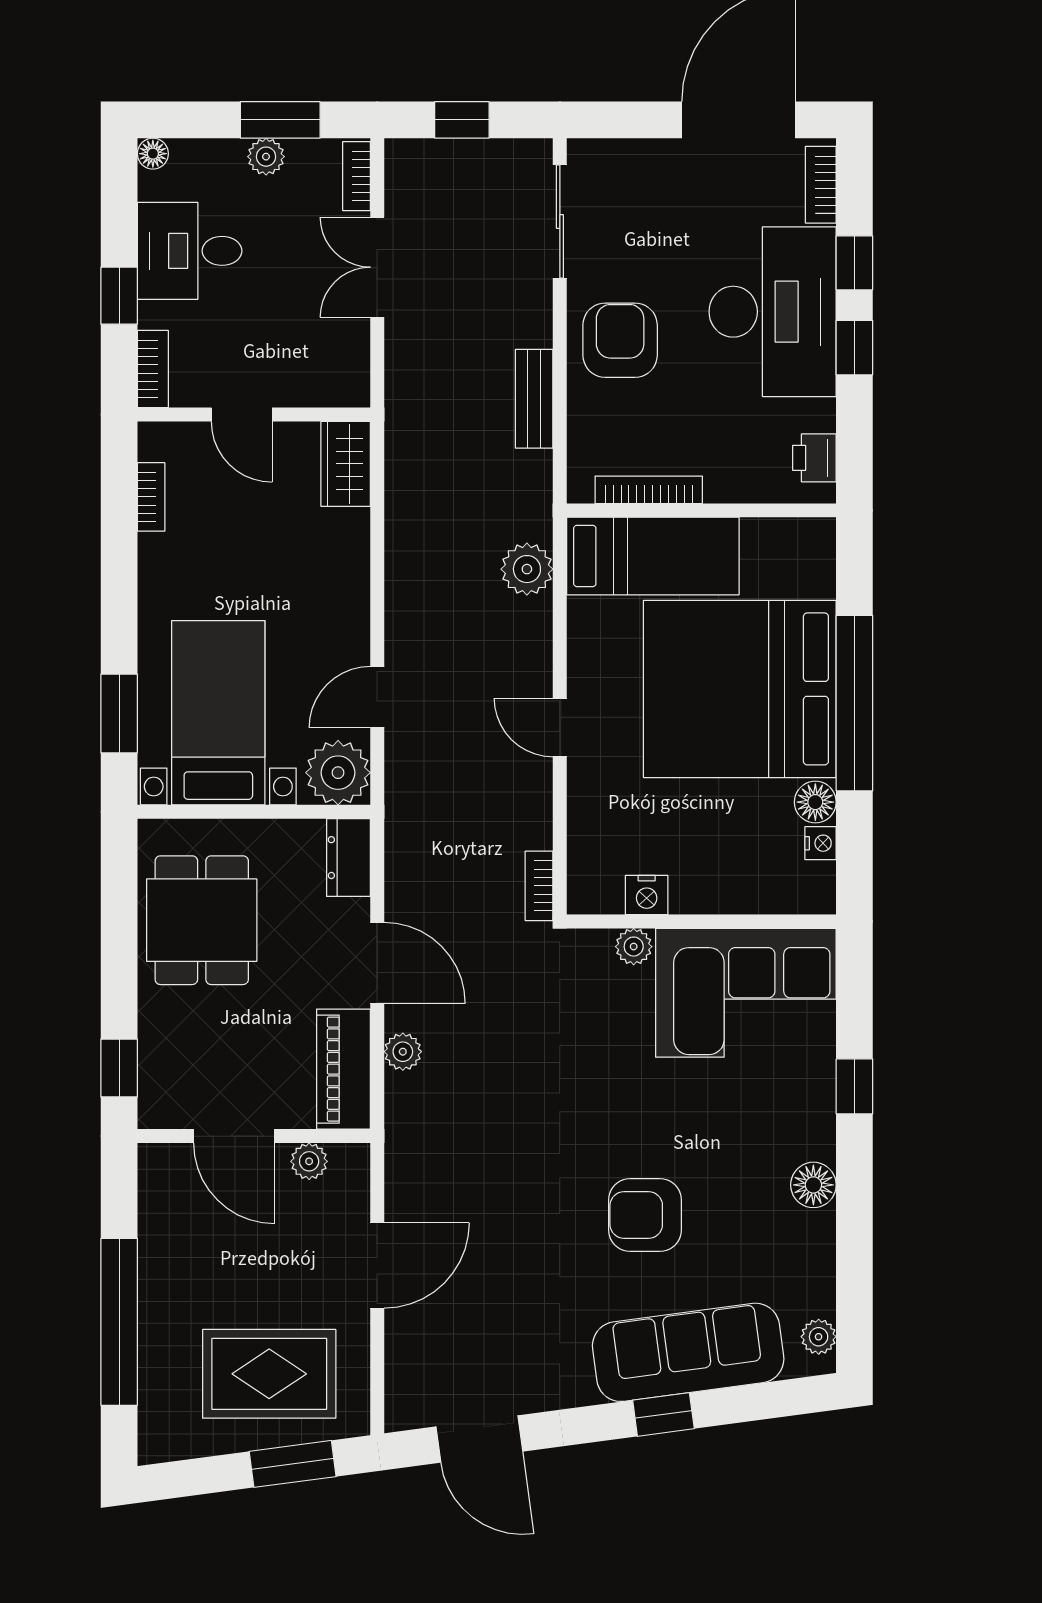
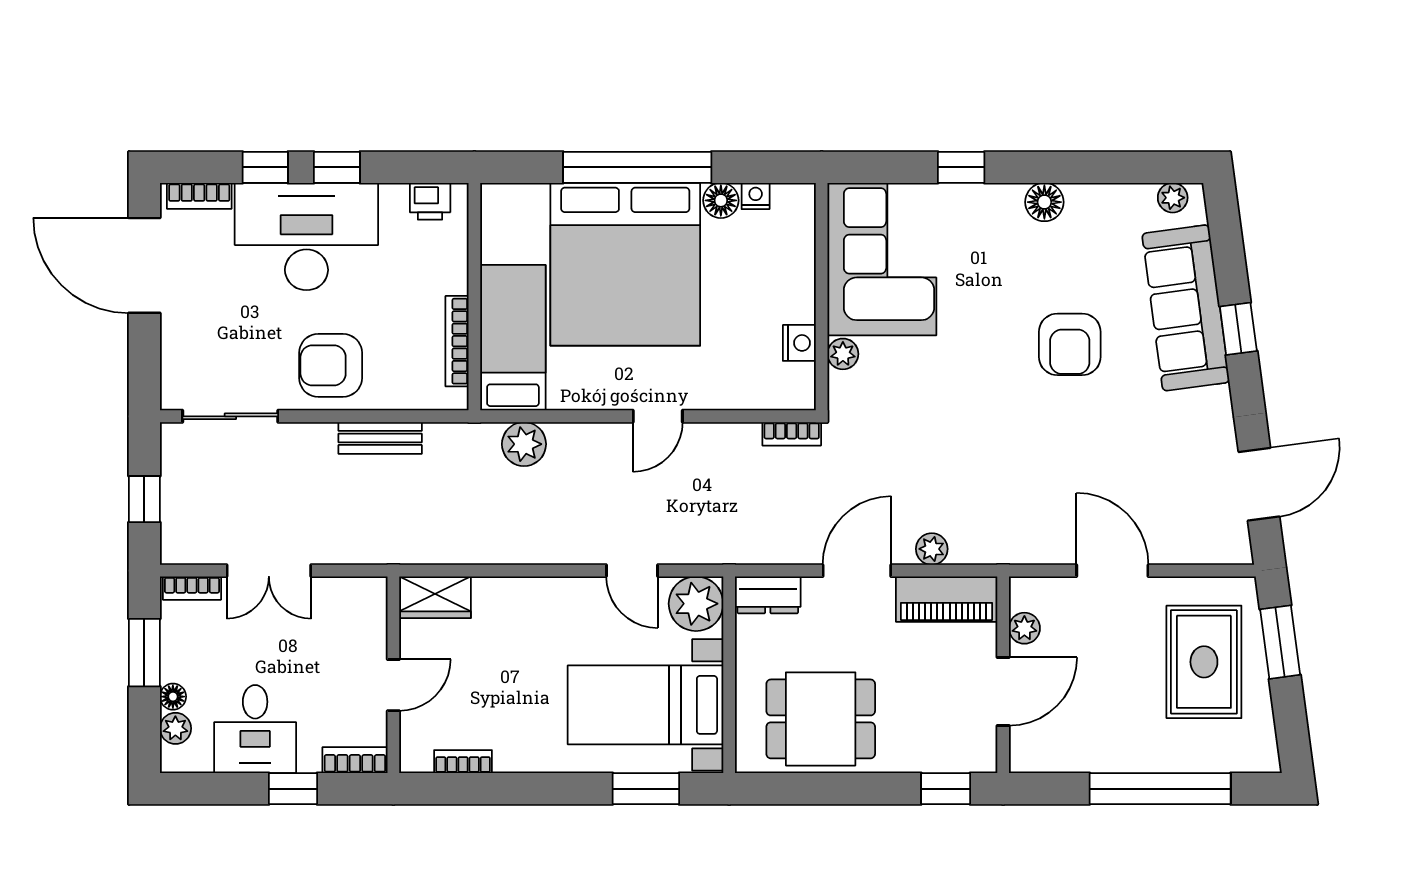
floor lamp: (153, 154) -> (173, 697), moved
plant: (266, 157) -> (175, 728), moved

